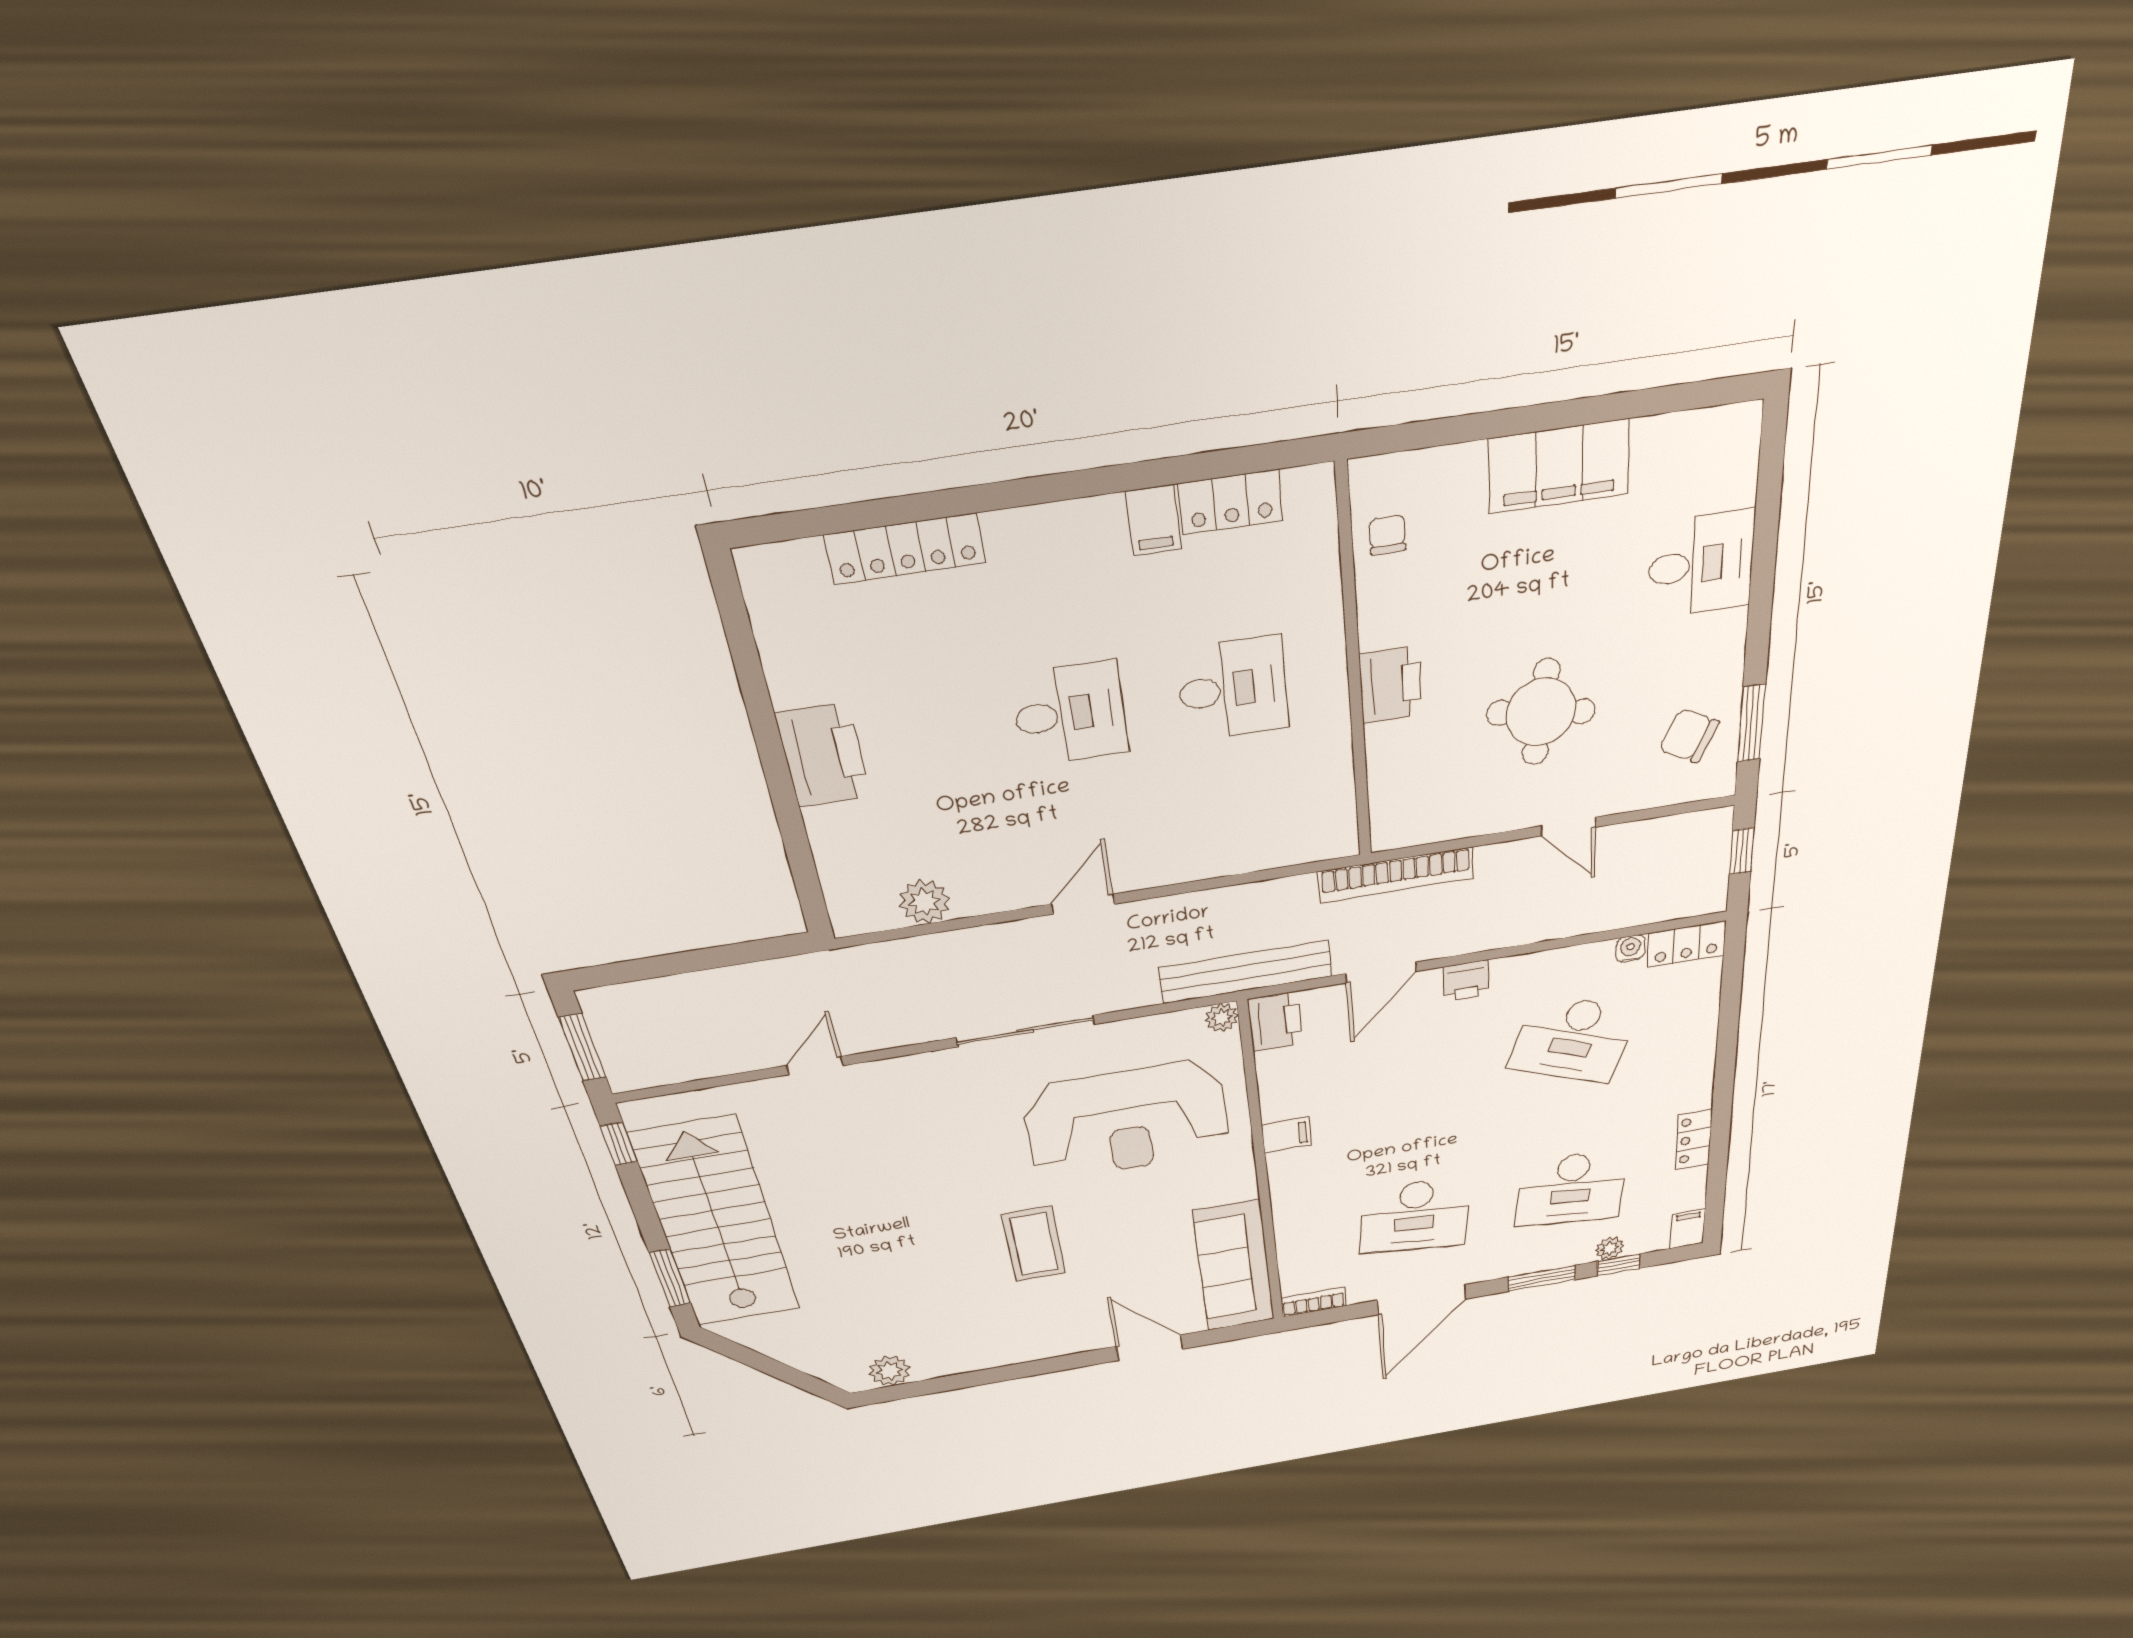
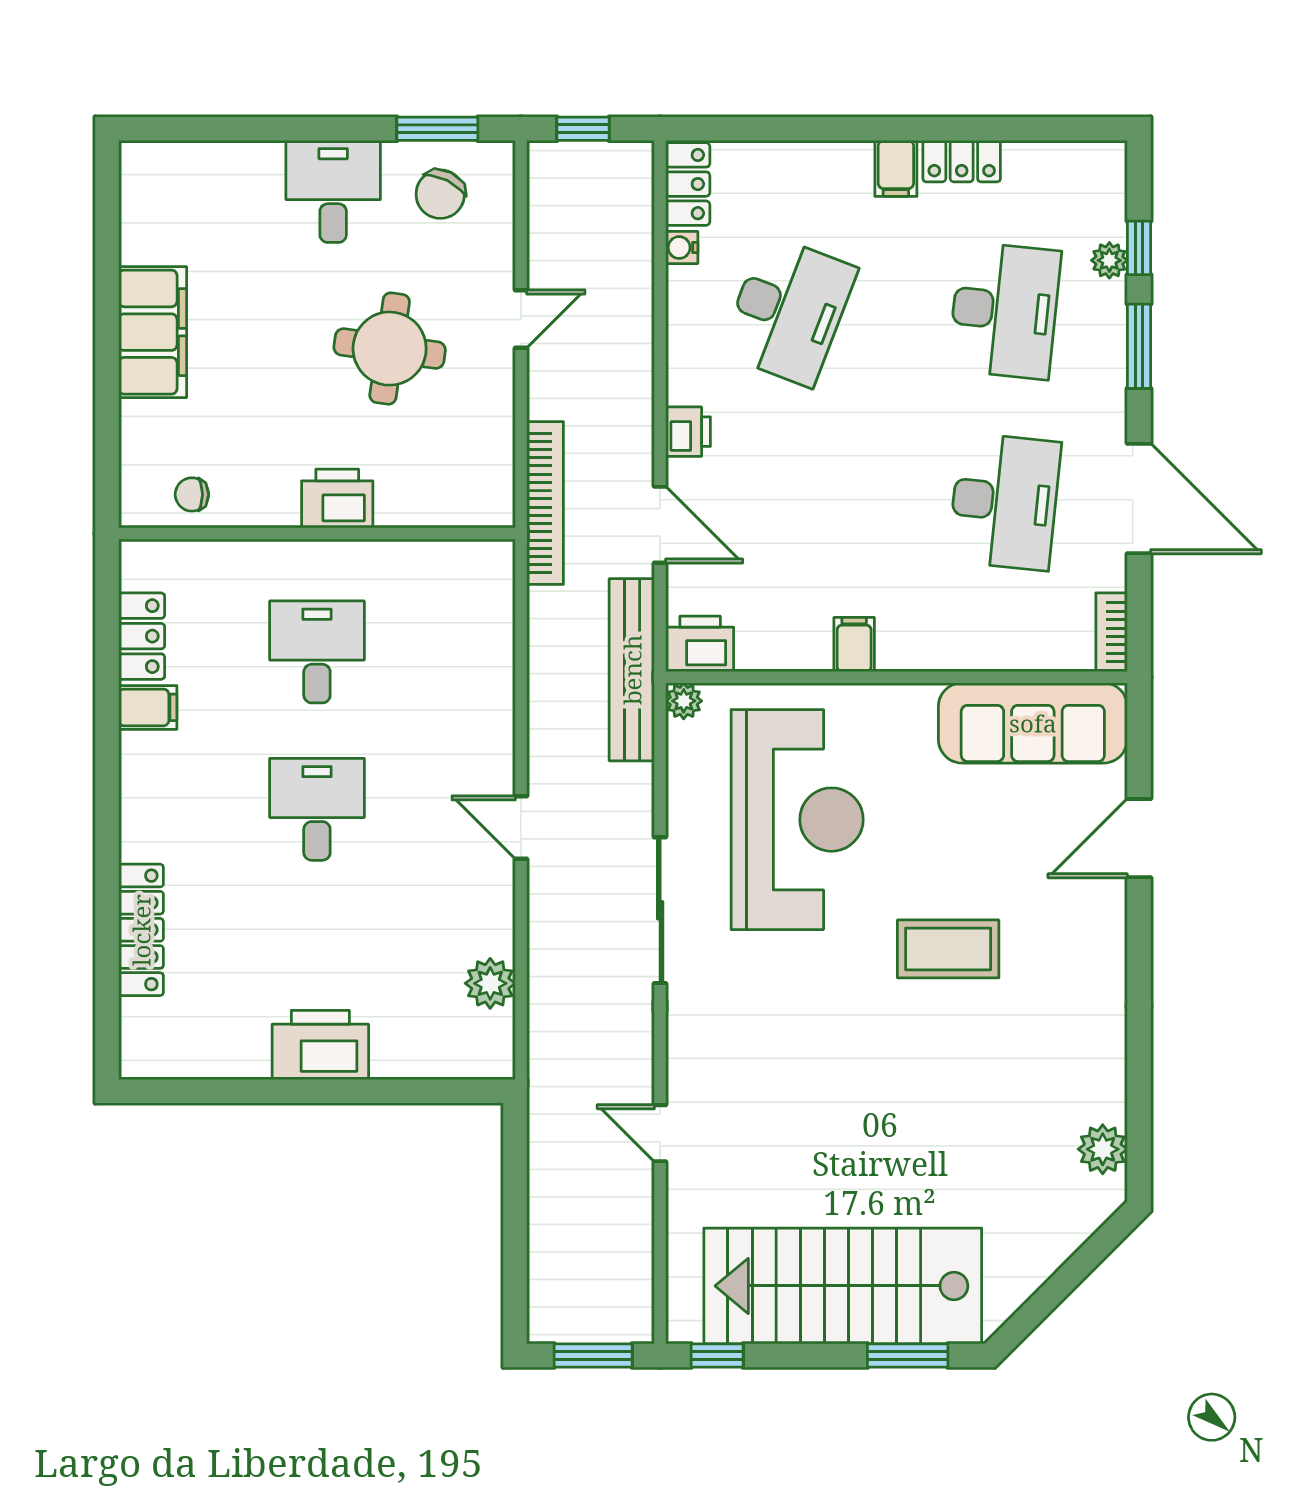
desk: (1701, 564) -> (333, 191), moved
filing cabinet: (1688, 1229) -> (896, 168), moved, turned -90

